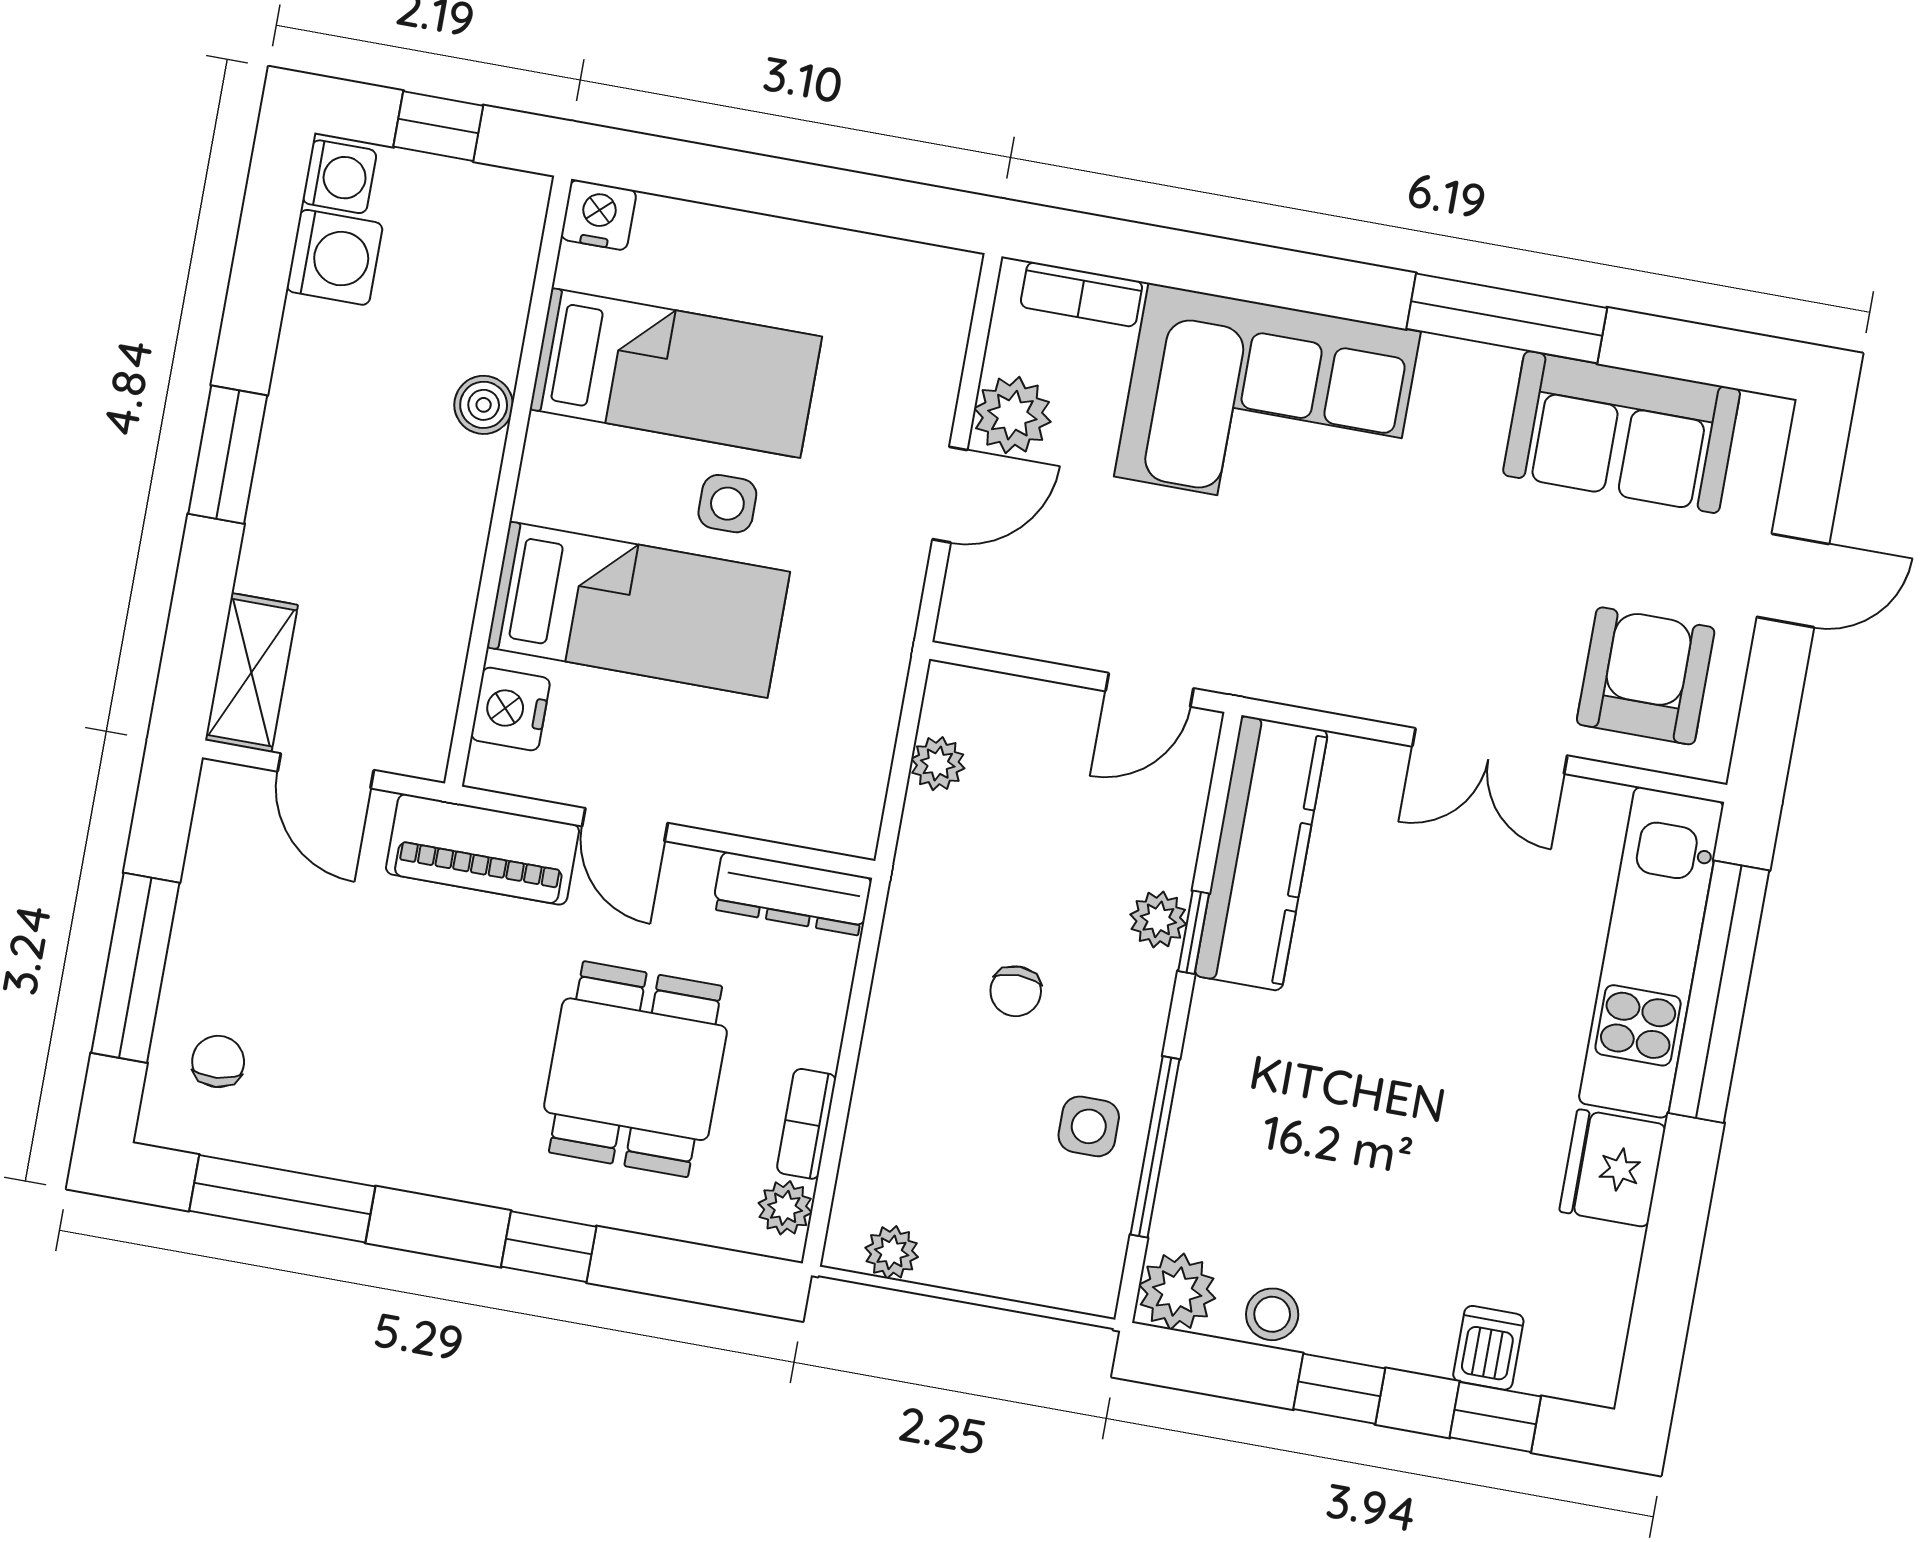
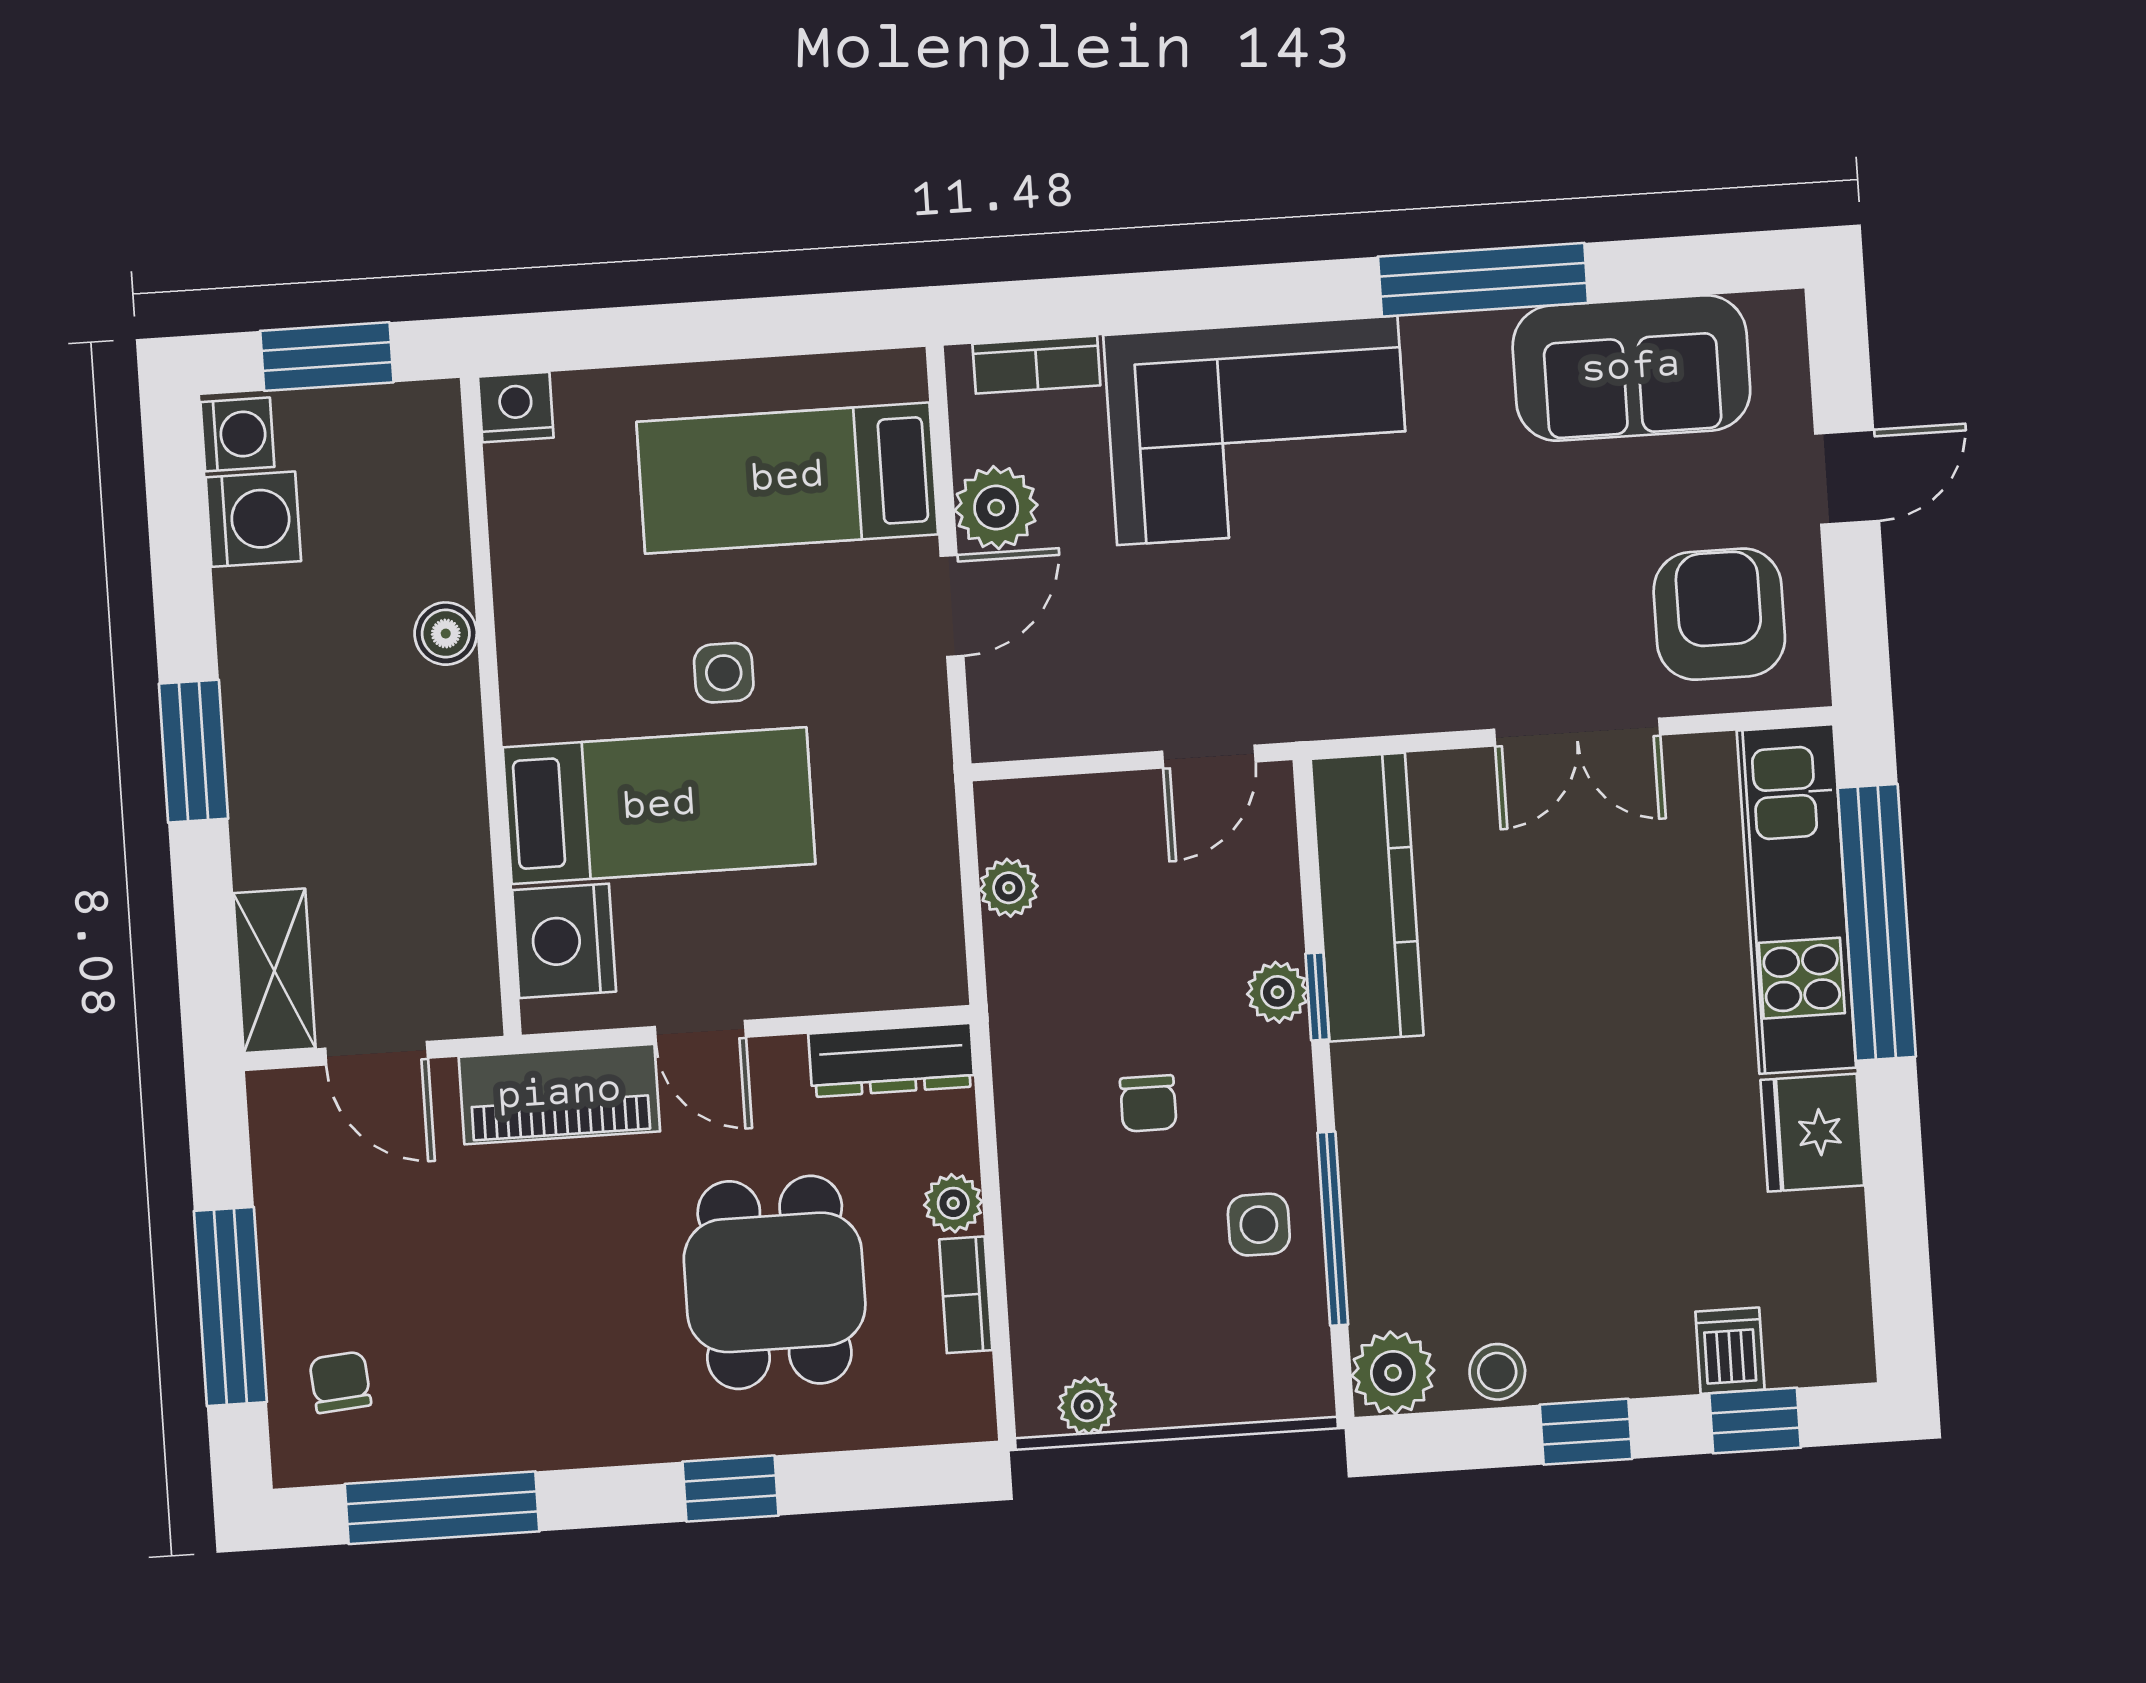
window: (438, 126) -> (327, 357), width x1.50
bed: (676, 373) -> (787, 478), moved, turned 180
nightstand: (511, 709) -> (564, 941), width x1.36, depth x1.33
plant: (785, 1208) -> (953, 1203), moved

